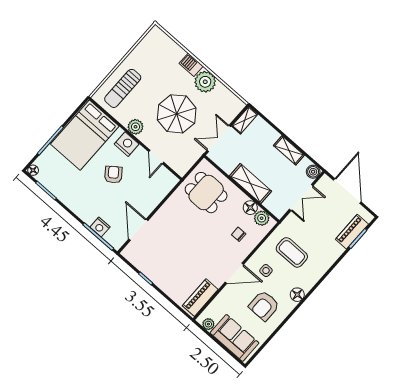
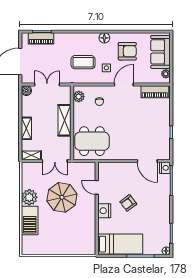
barbecue: (191, 65) -> (30, 221), width x1.88, depth x1.53
sun lounger: (123, 88) -> (75, 241), removed
plant: (136, 127) -> (90, 214), removed
bed: (85, 135) -> (120, 244), width x0.67
shelving: (289, 150) -> (26, 128), moved
door: (156, 157) -> (97, 187), swing flipped
dining table: (206, 193) -> (92, 141), width x1.38
floor lamp: (250, 208) -> (78, 108), removed
nightstand: (100, 227) -> (165, 168), moved
door: (138, 230) -> (147, 161), hinge flipped
coffee table: (292, 252) -> (83, 62), turned 90
door: (234, 273) -> (124, 84), hinge flipped

